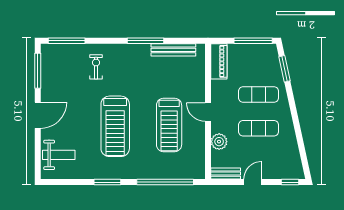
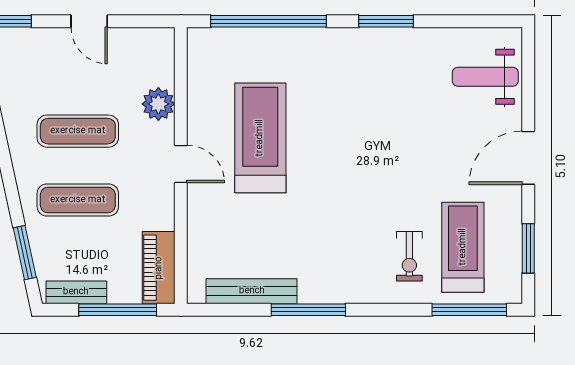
window: (253, 41) -> (118, 310), moved
window: (38, 71) -> (528, 248), width x0.69
treadmill: (115, 126) -> (463, 247), moved, width x0.73, depth x0.73
bench: (226, 174) -> (76, 292), moved
door: (253, 182) -> (89, 21), hinge flipped

